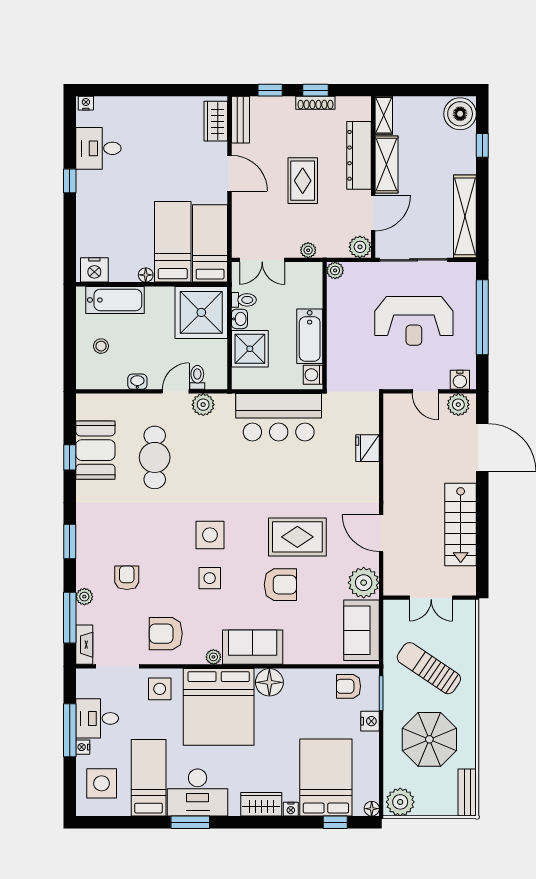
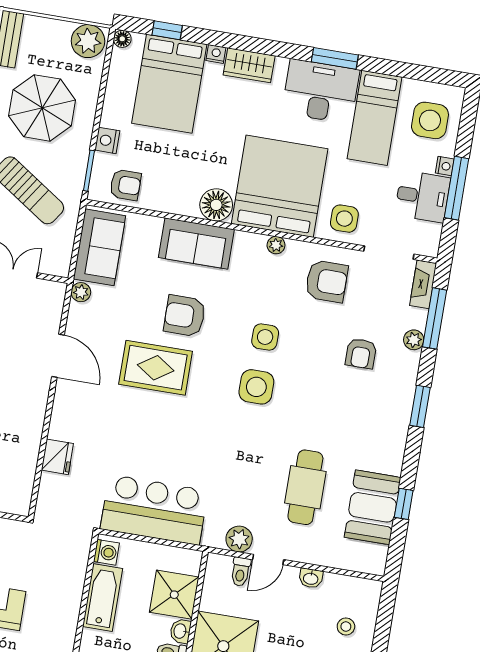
plant: (364, 583) -> (81, 292), width x0.53, depth x0.53
sofa: (253, 647) -> (196, 243), moved

